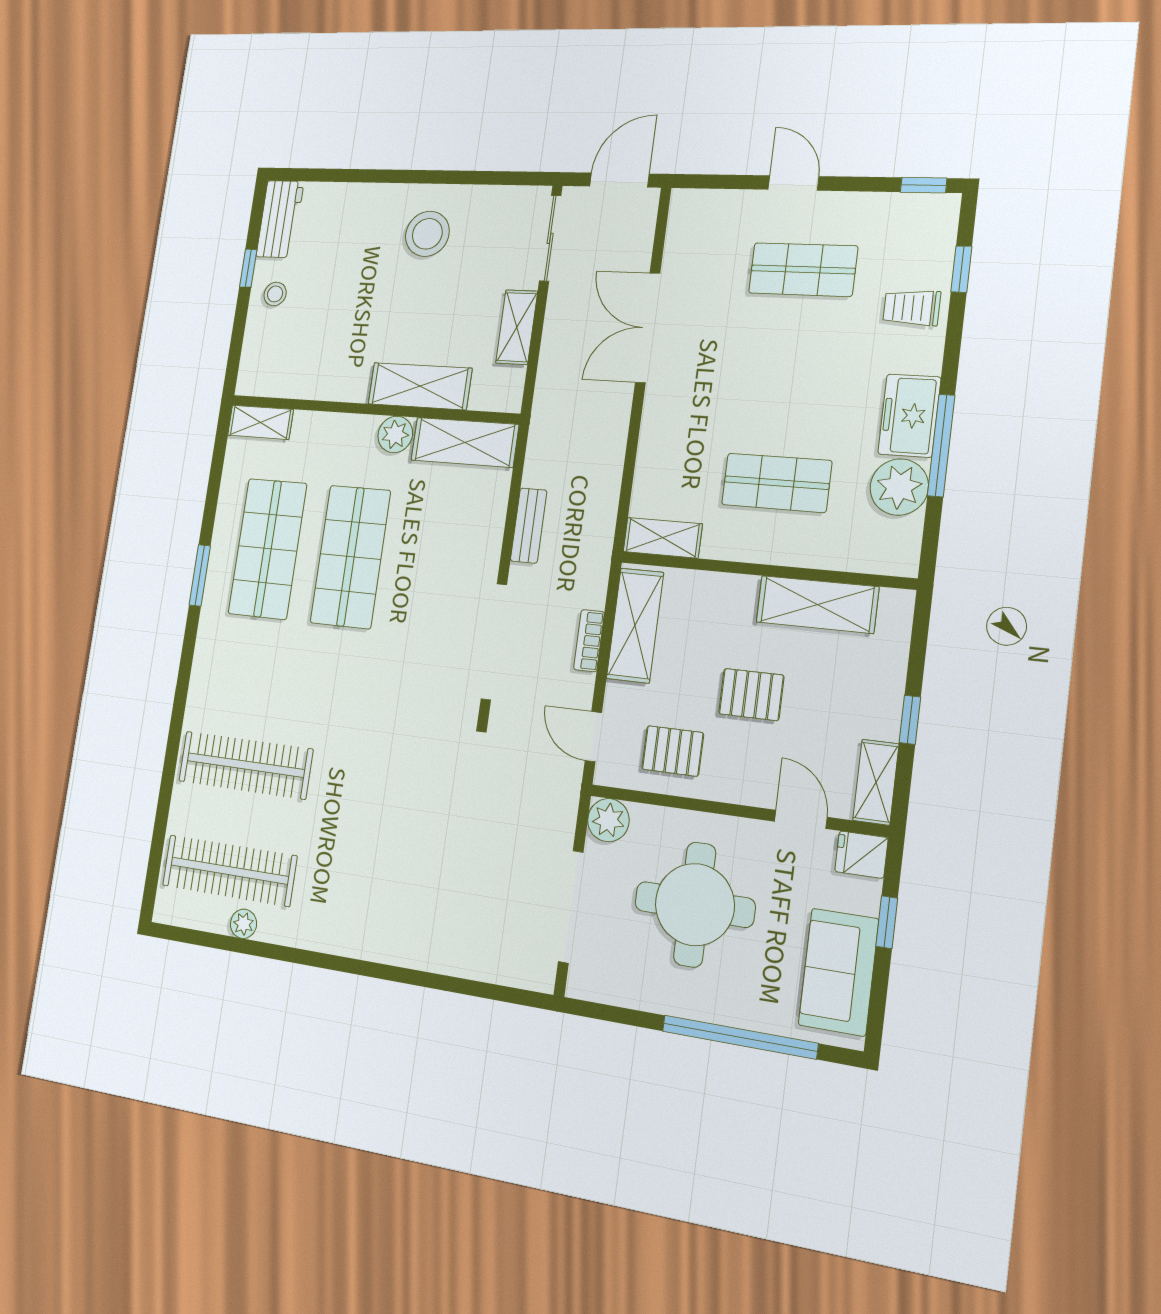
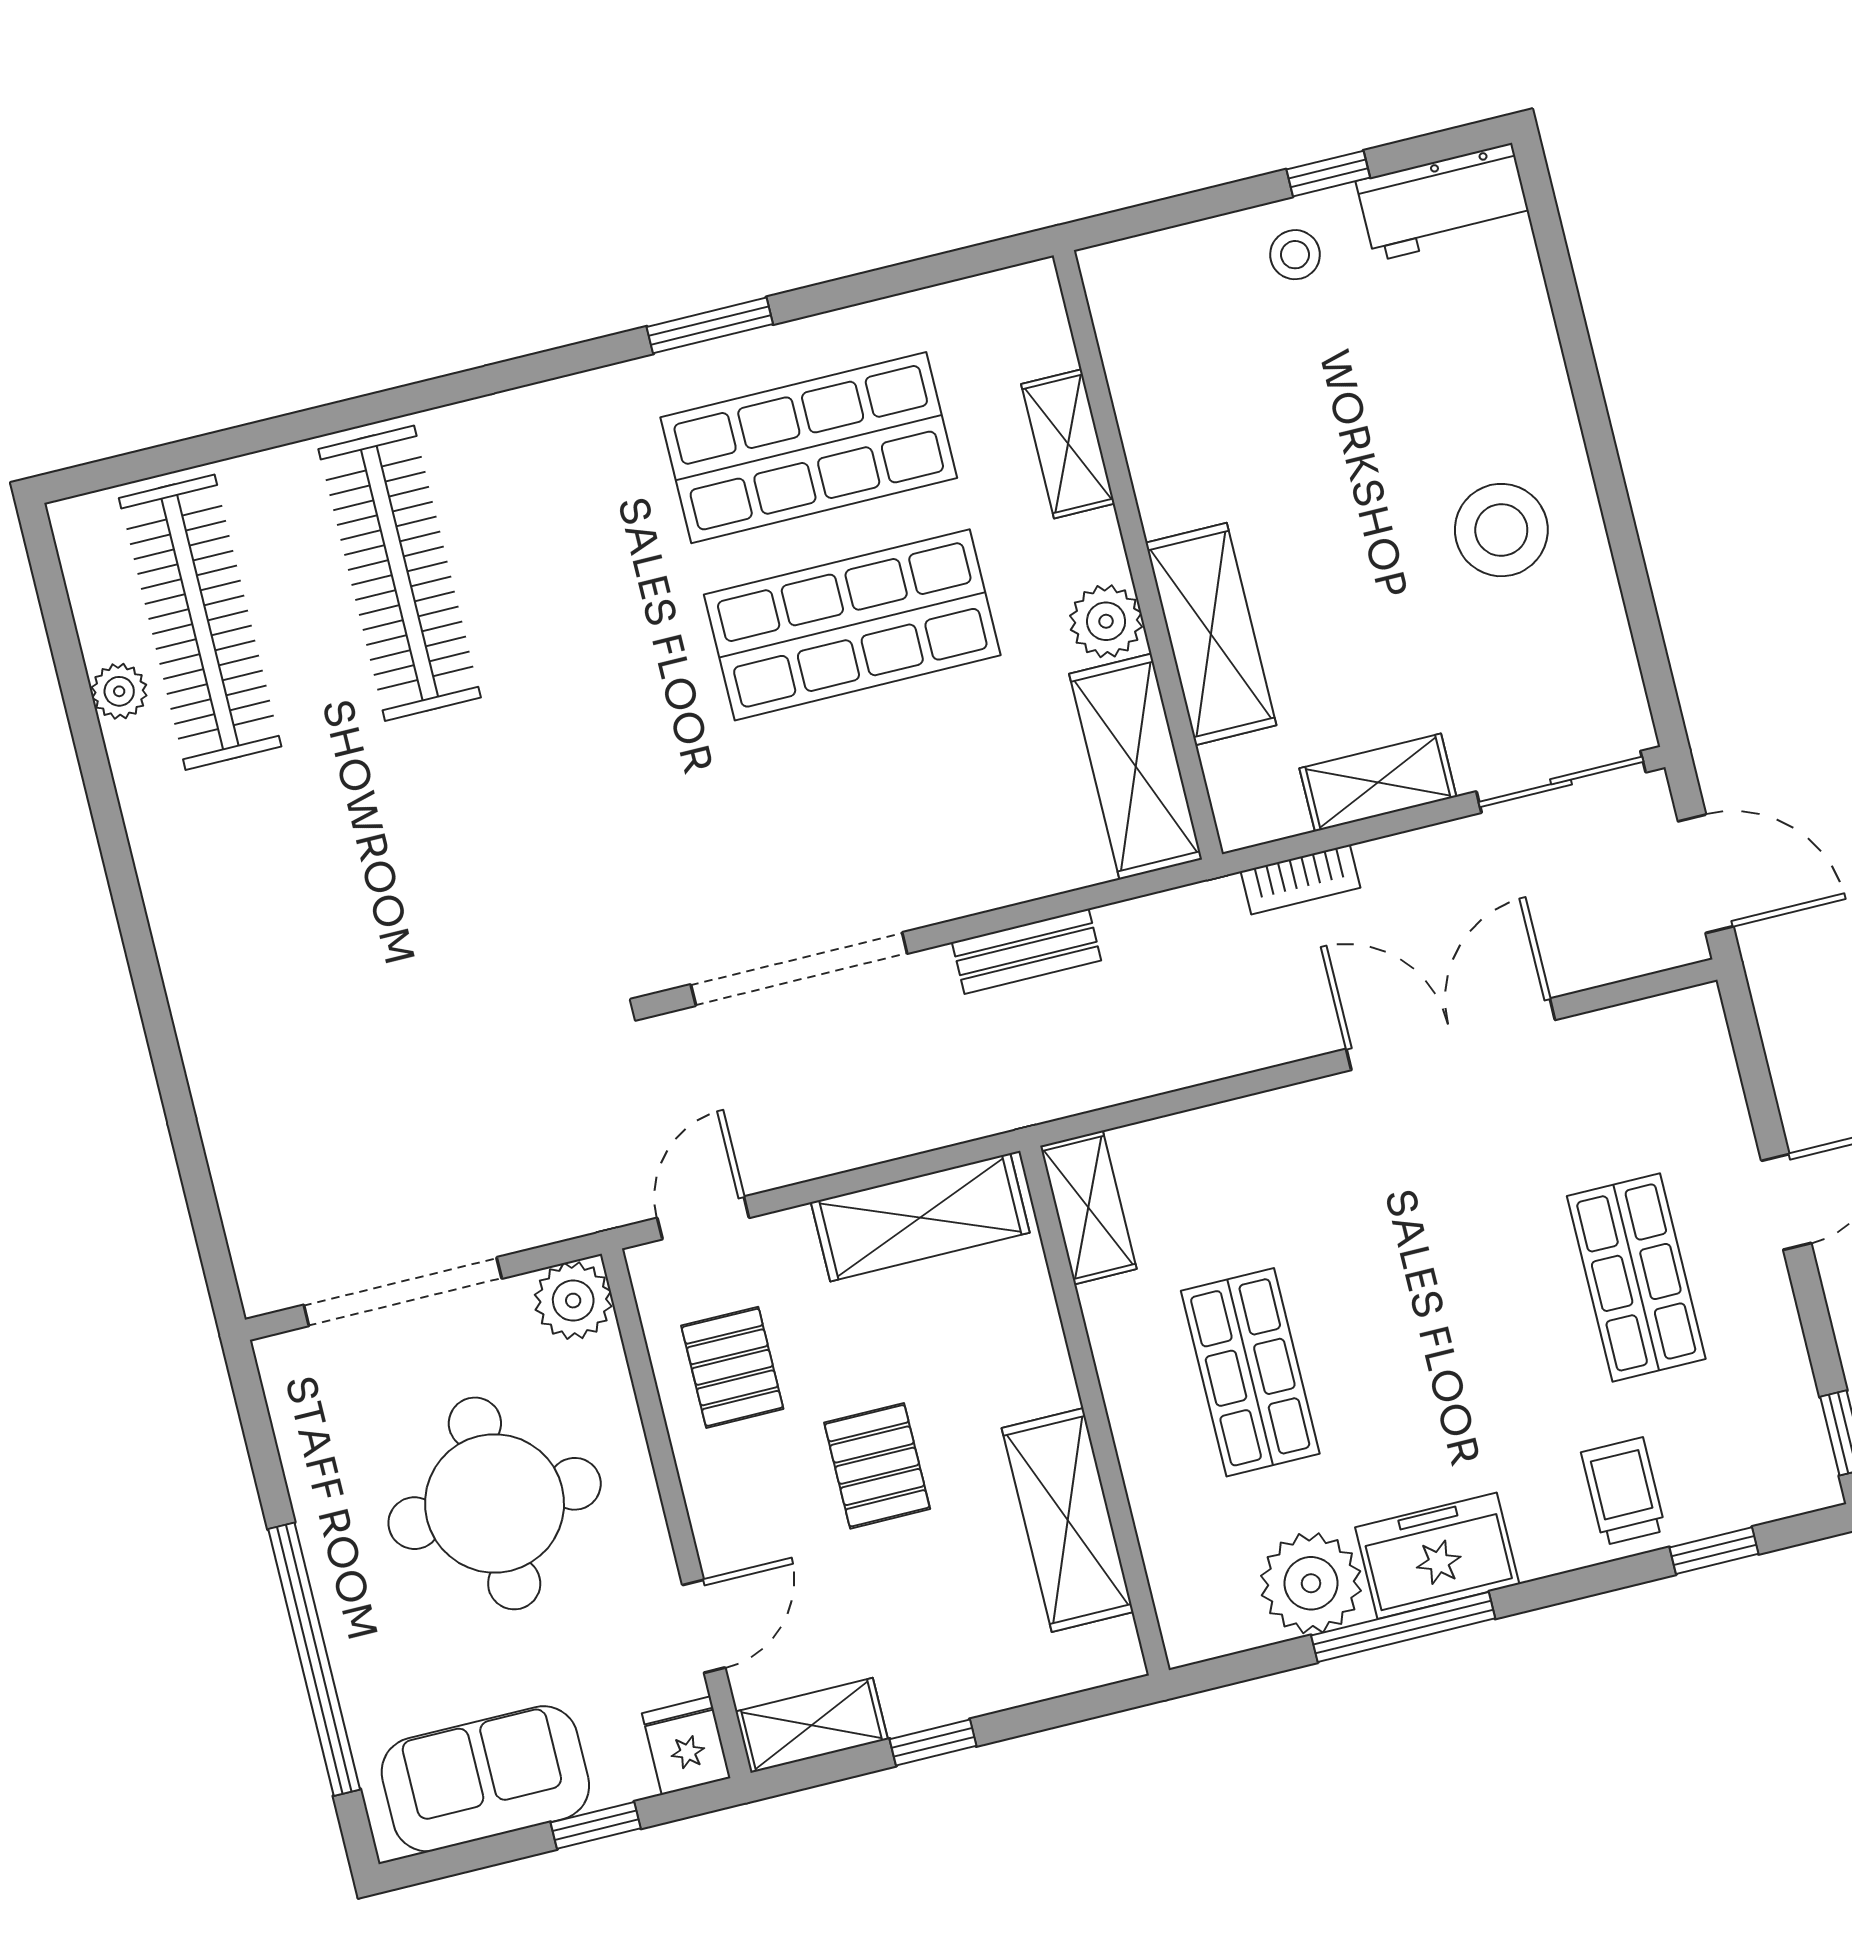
shelving: (260, 422) -> (1068, 444), moved
bookcase: (589, 641) -> (1301, 880), moved, turned 180

